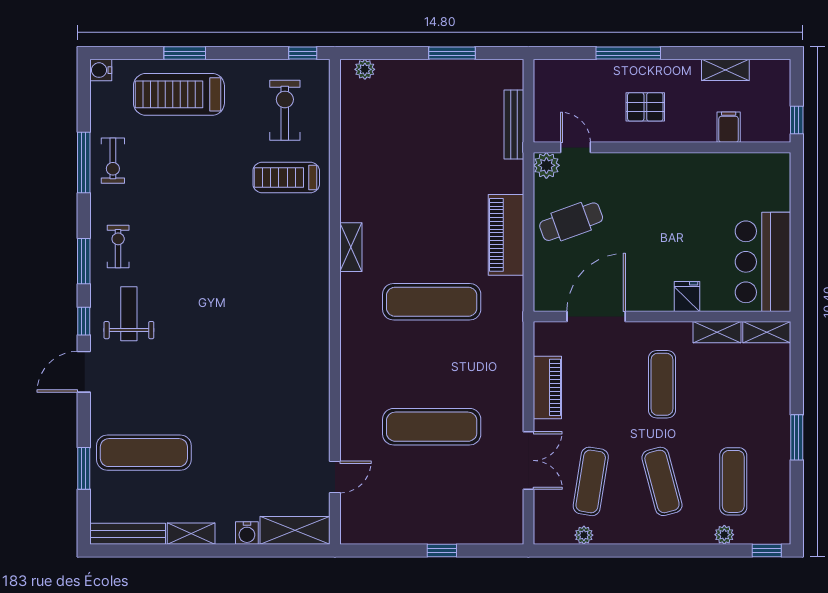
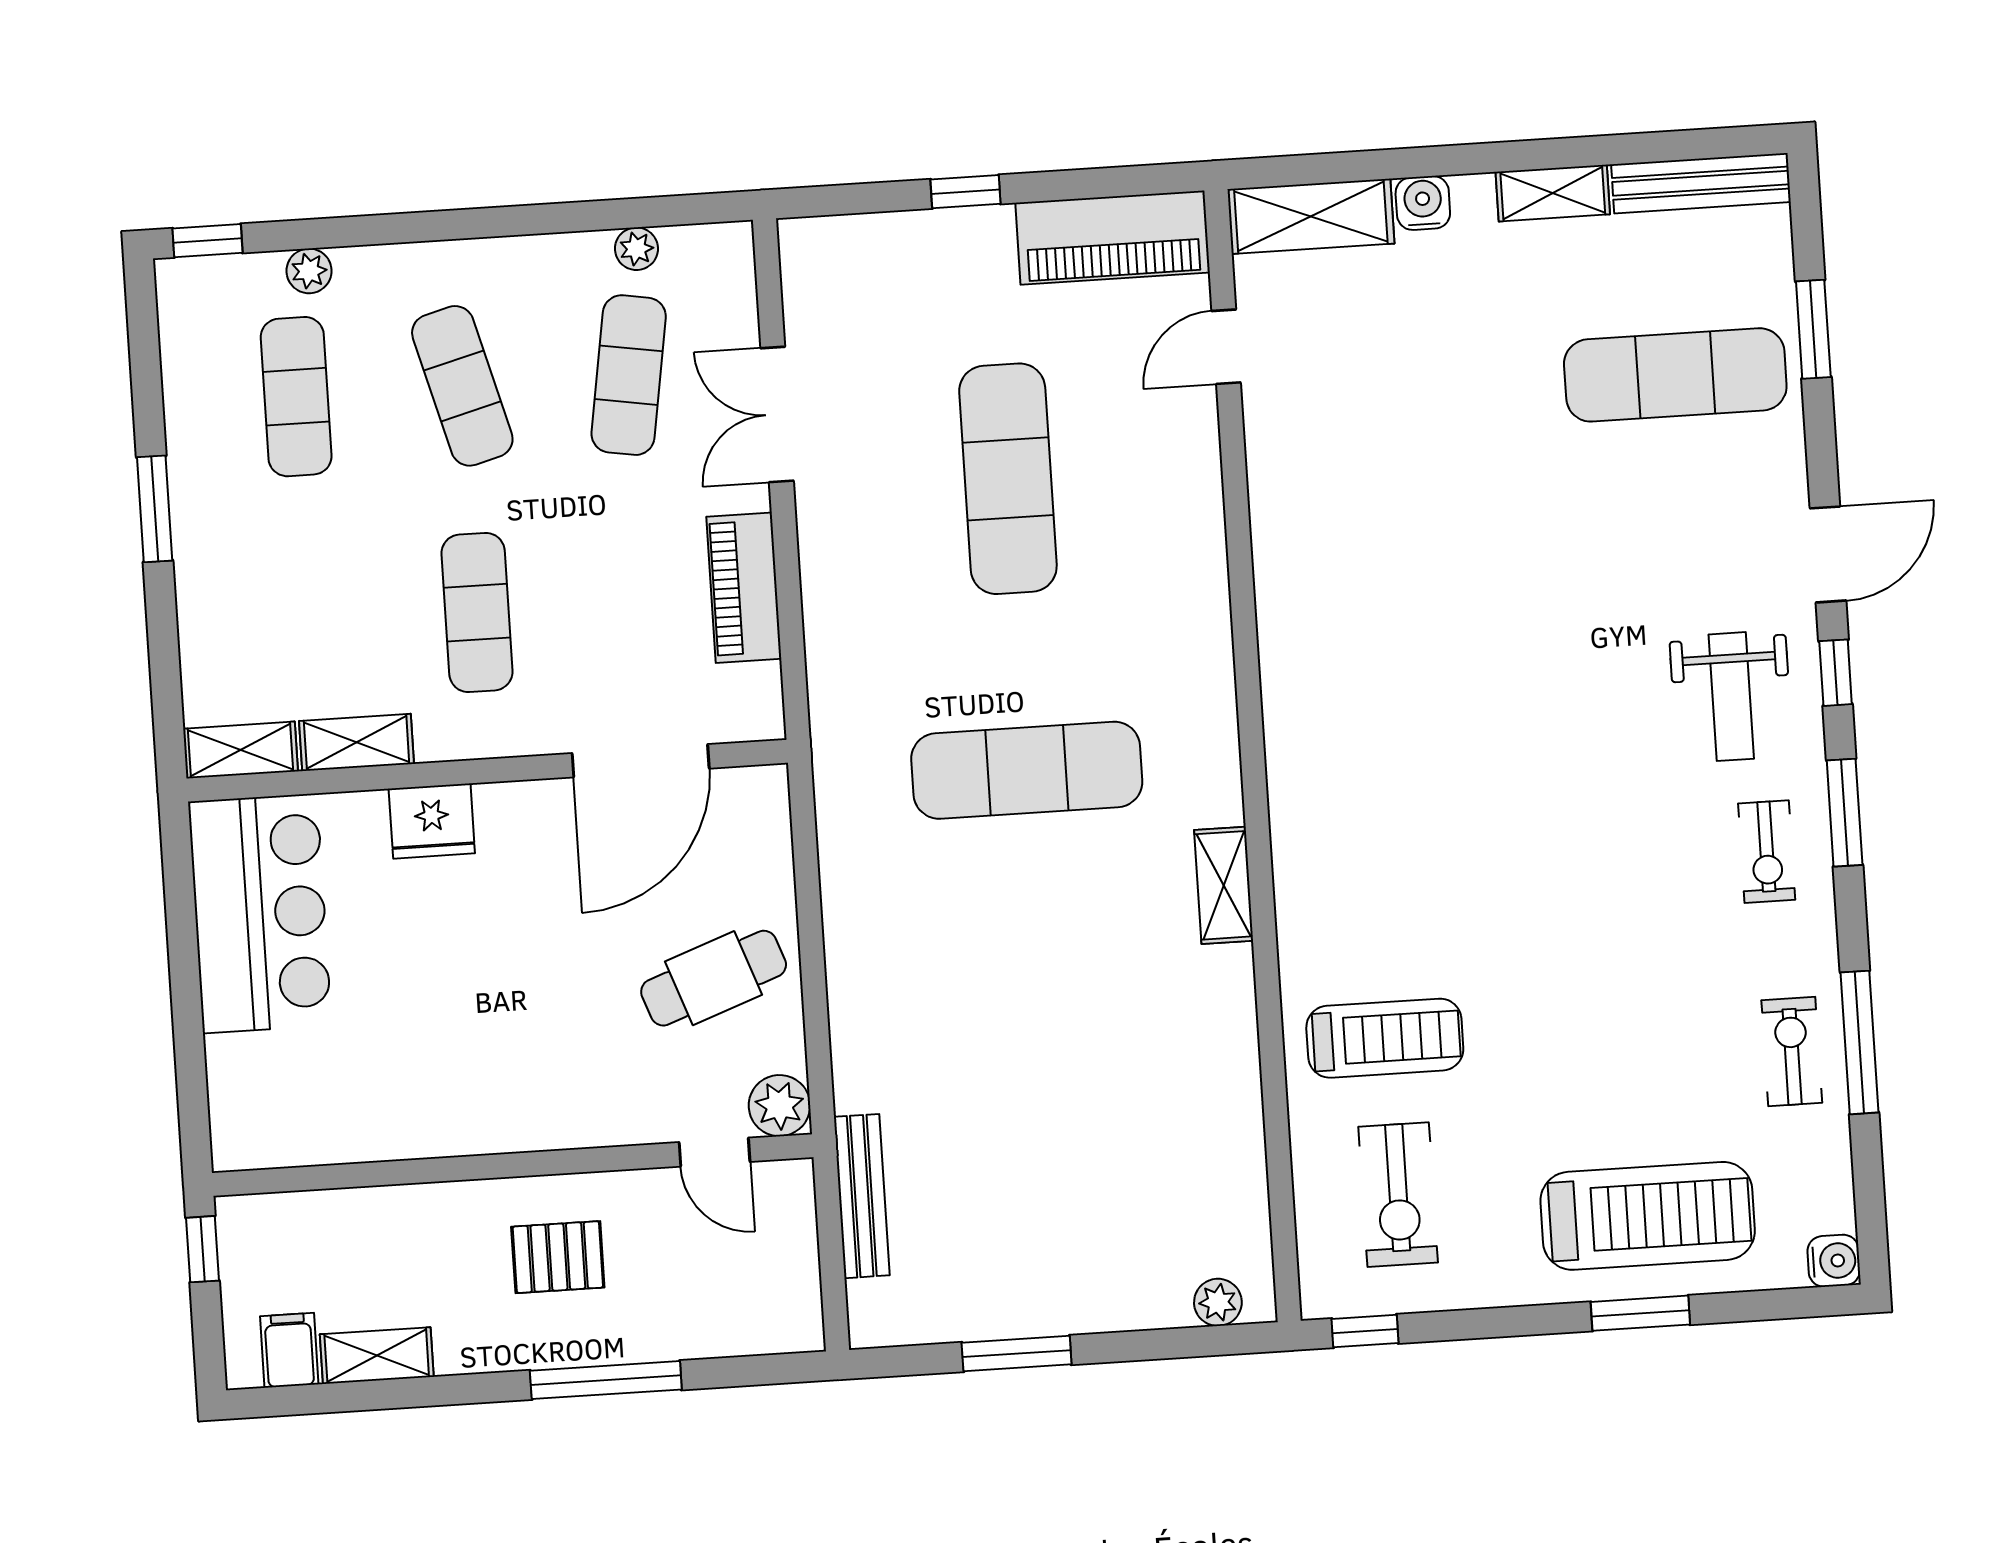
filing cabinet: (729, 127) -> (289, 1350), moved, turned 180
piano: (506, 235) -> (1113, 238), moved, turned 90
fridge: (687, 296) -> (432, 821), width x1.38
exercise mat: (432, 427) -> (1008, 479), turned 90

